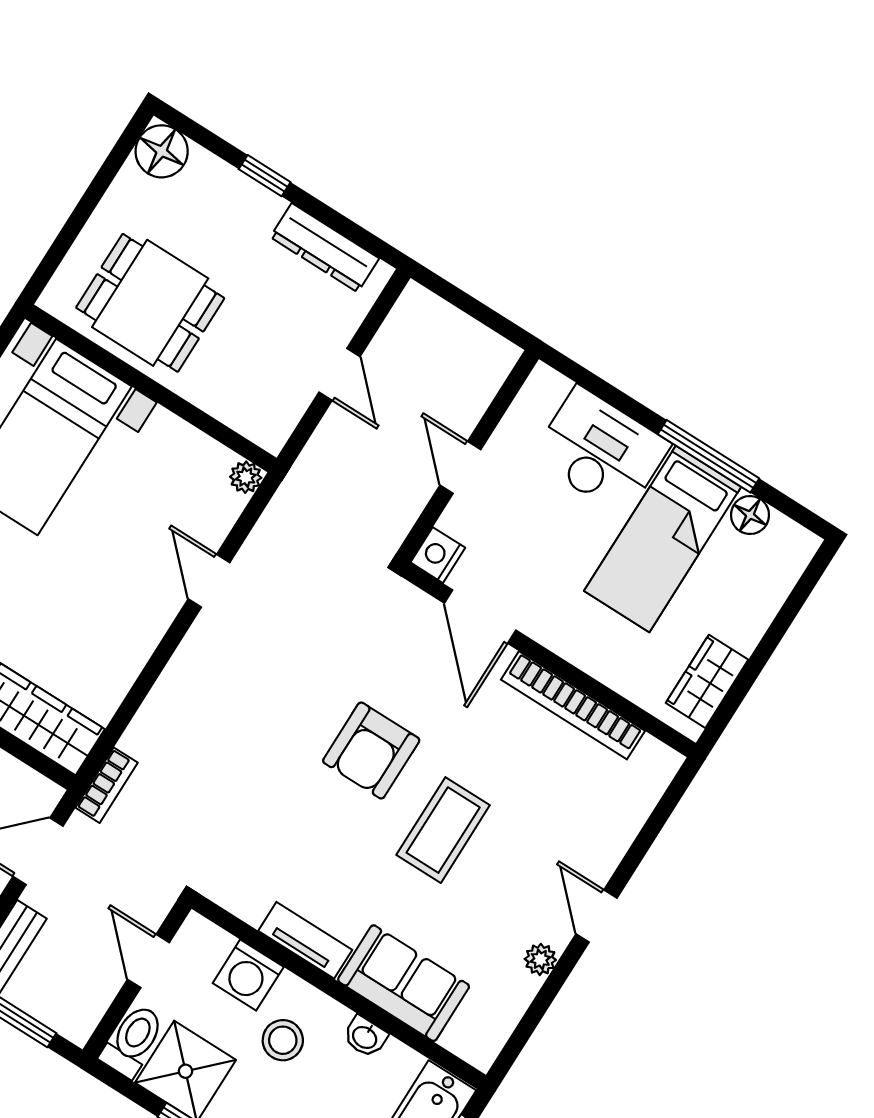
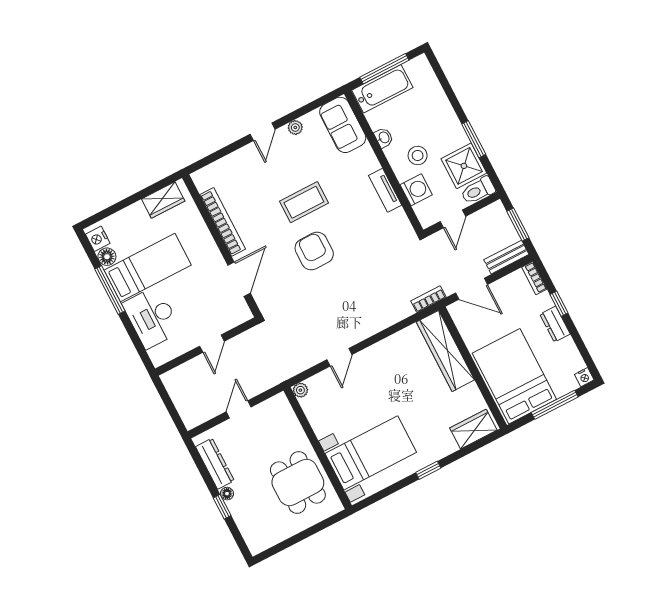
floor lamp: (162, 151) -> (227, 494), moved, width x0.53, depth x0.53
nightstand: (438, 555) -> (98, 239), moved, turned 90
armchair: (371, 751) -> (314, 251), turned -90
sofa: (404, 983) -> (343, 125), moved

